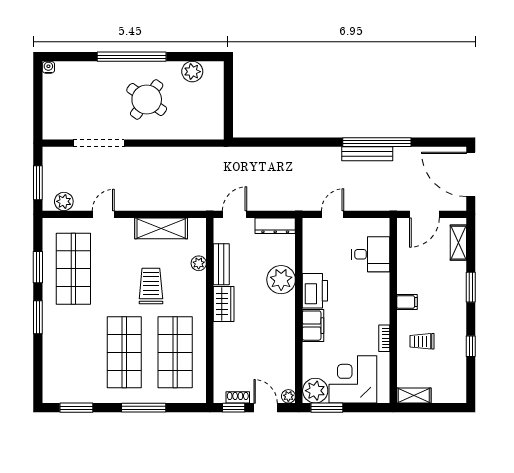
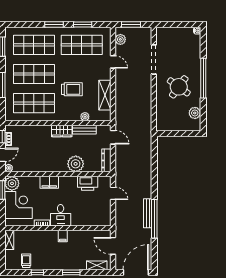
desk: (371, 254) -> (61, 215), moved
printer: (315, 291) -> (88, 183), moved
trolley: (422, 341) -> (26, 261), moved
shop shelf: (73, 352) -> (34, 45), added

